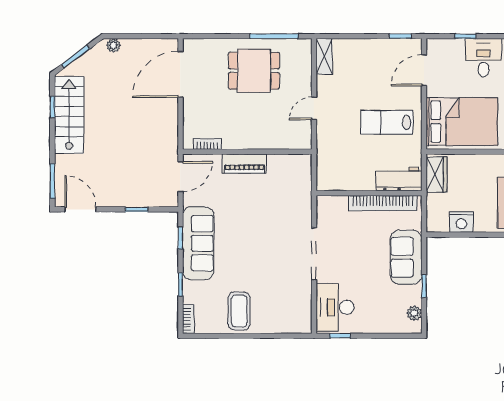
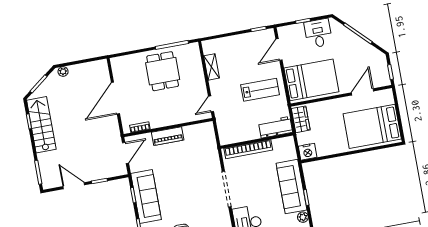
shelving: (324, 56) -> (212, 67), moved
dining table: (254, 71) -> (163, 71), turned 90
door: (180, 74) -> (115, 98), moved
door: (314, 108) -> (211, 104), moved
lab bench: (387, 122) -> (260, 90), turned 180
bookcase: (383, 203) -> (248, 149), moved
door: (81, 209) -> (74, 186), moved
nightstand: (461, 222) -> (308, 152), moved
sofa: (406, 257) -> (291, 187), width x1.36

